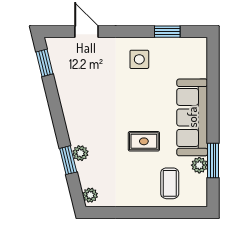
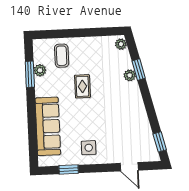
sofa: (192, 117) -> (48, 126), moved
rug: (144, 141) -> (82, 86), turned 90

